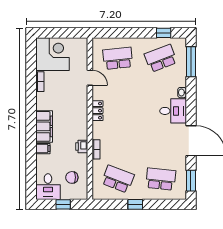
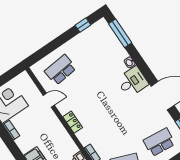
school desk: (161, 58) -> (94, 47), removed

